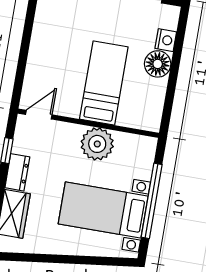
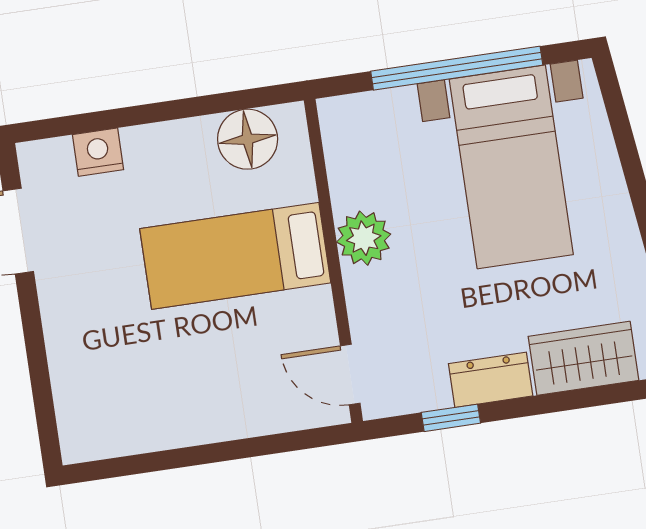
floor lamp: (158, 64) -> (248, 139), moved
plant: (97, 144) -> (364, 238), width x0.73, depth x0.73

